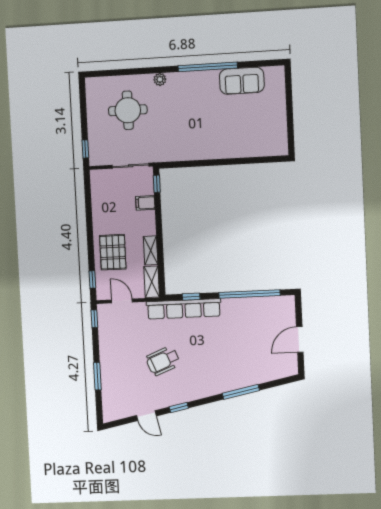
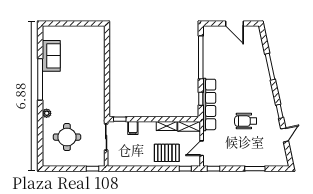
wheelchair: (163, 361) -> (246, 121), turned 112

